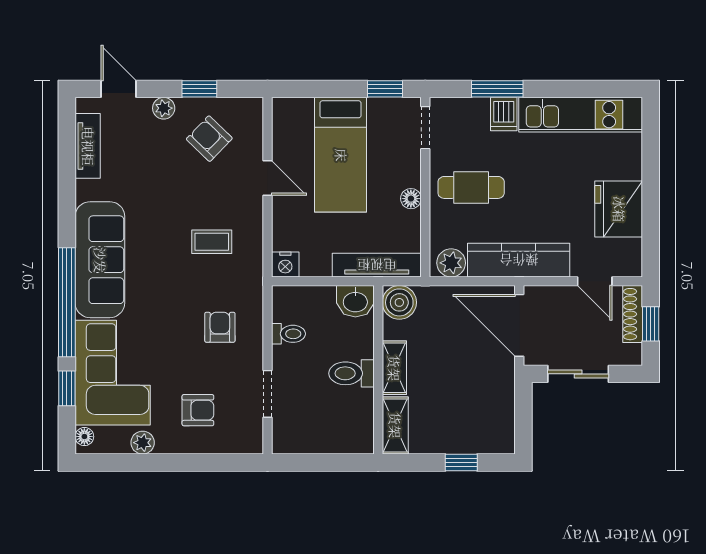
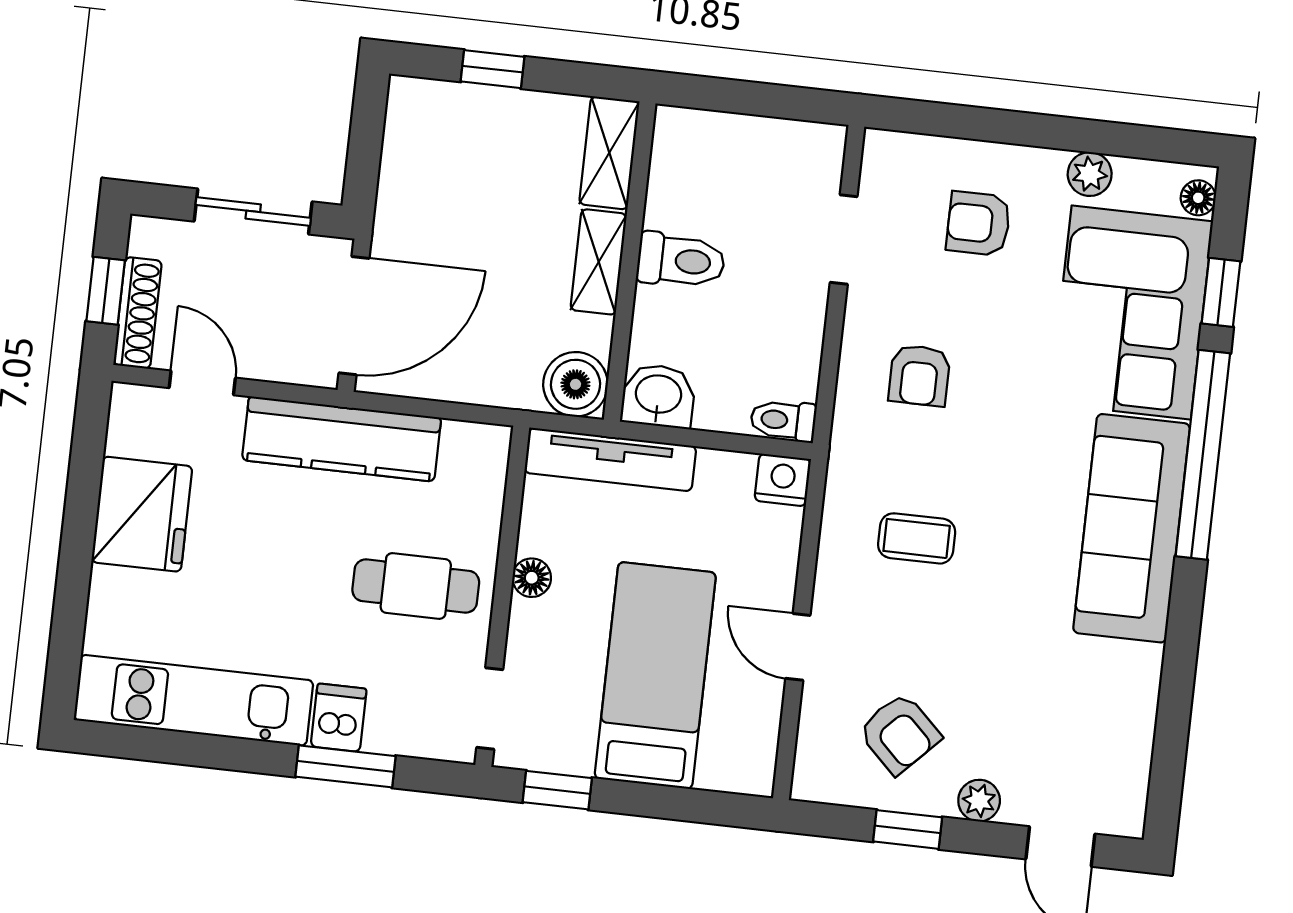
tv unit: (88, 146) -> (1131, 746), removed
plant: (451, 263) -> (469, 448), removed
door: (519, 325) -> (354, 316), hinge flipped
toilet: (288, 334) -> (783, 420), moved

